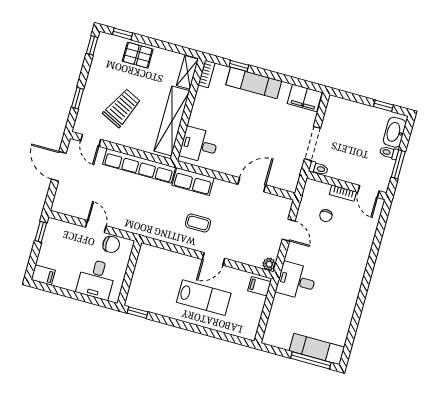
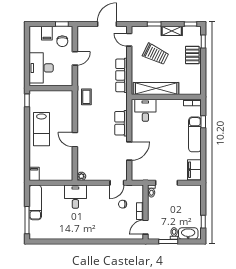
shelving: (187, 72) -> (172, 31), moved
door: (91, 140) -> (129, 40), hinge flipped
row of seats: (139, 166) -> (121, 75), width x0.73
row of seats: (193, 182) -> (121, 123), moved
door: (252, 185) -> (129, 151), hinge flipped
coffee table: (198, 223) -> (86, 97), moved
door: (289, 230) -> (117, 183), moved
chair: (111, 244) -> (62, 41), moved
filing cabinet: (43, 275) -> (47, 33), moved
desk: (96, 279) -> (41, 68), width x1.37
filing cabinet: (259, 286) -> (34, 174), moved
lab bench: (204, 298) -> (41, 129), moved
exam couch: (317, 349) -> (35, 202), moved

